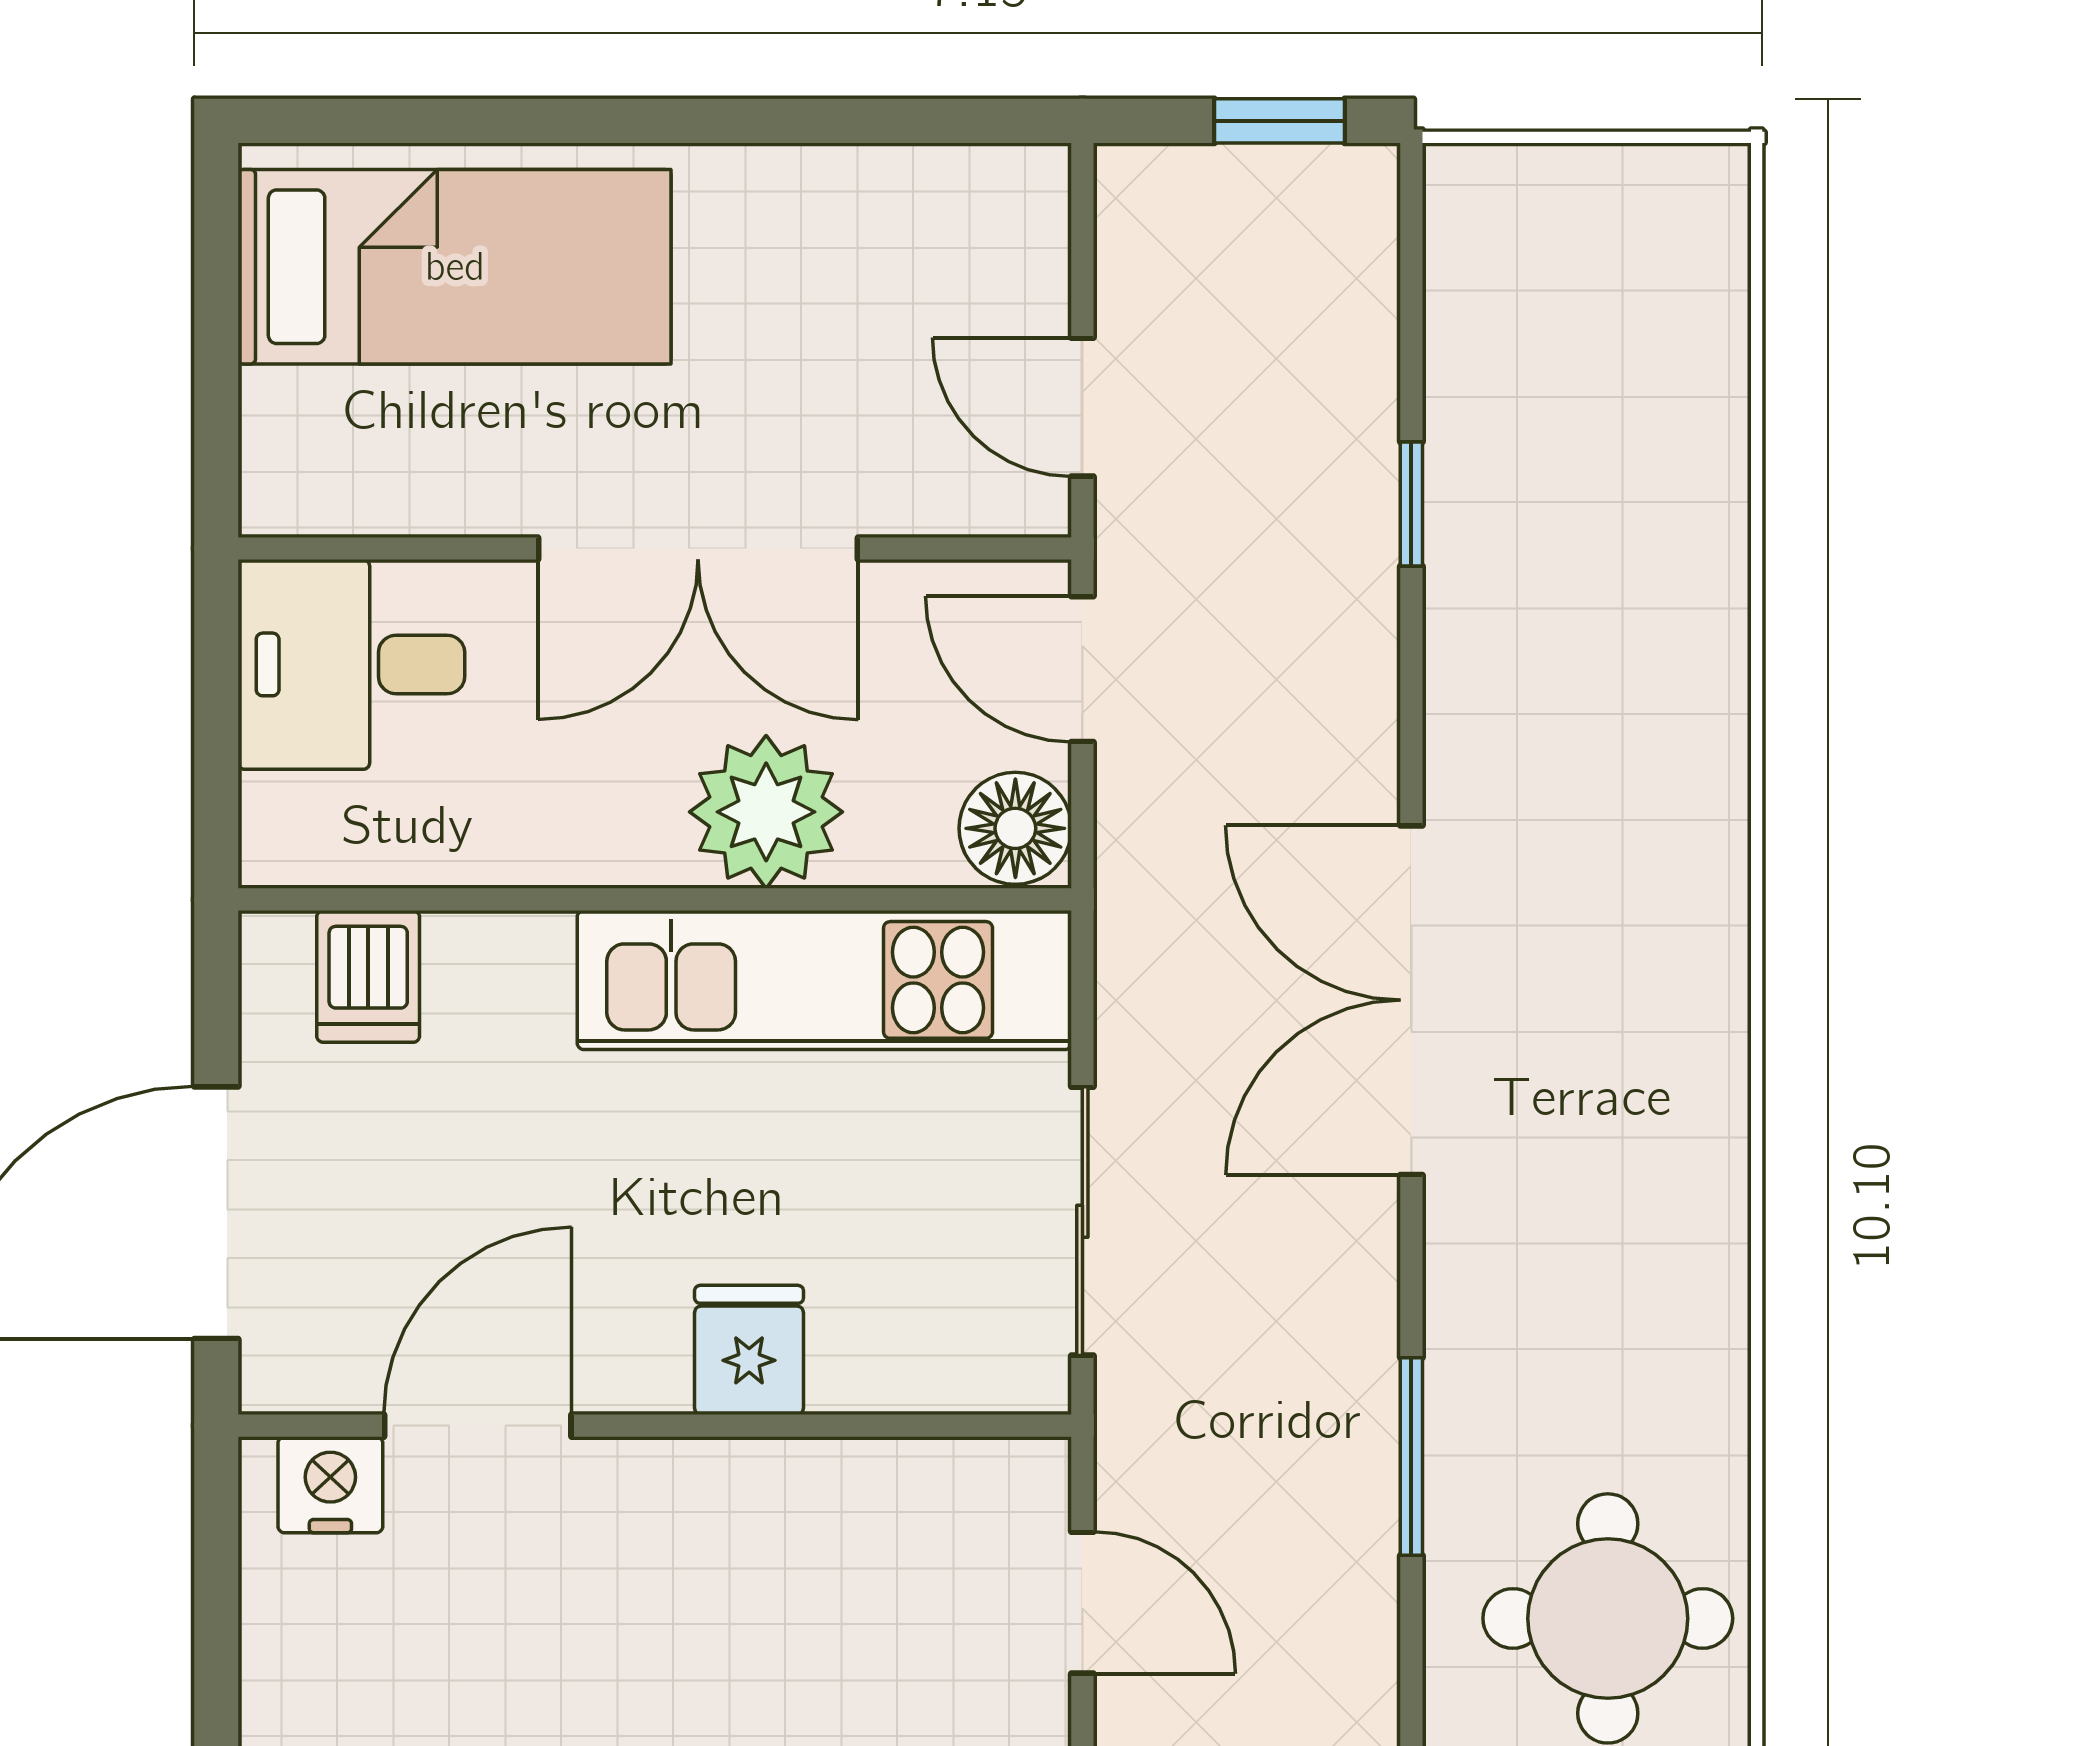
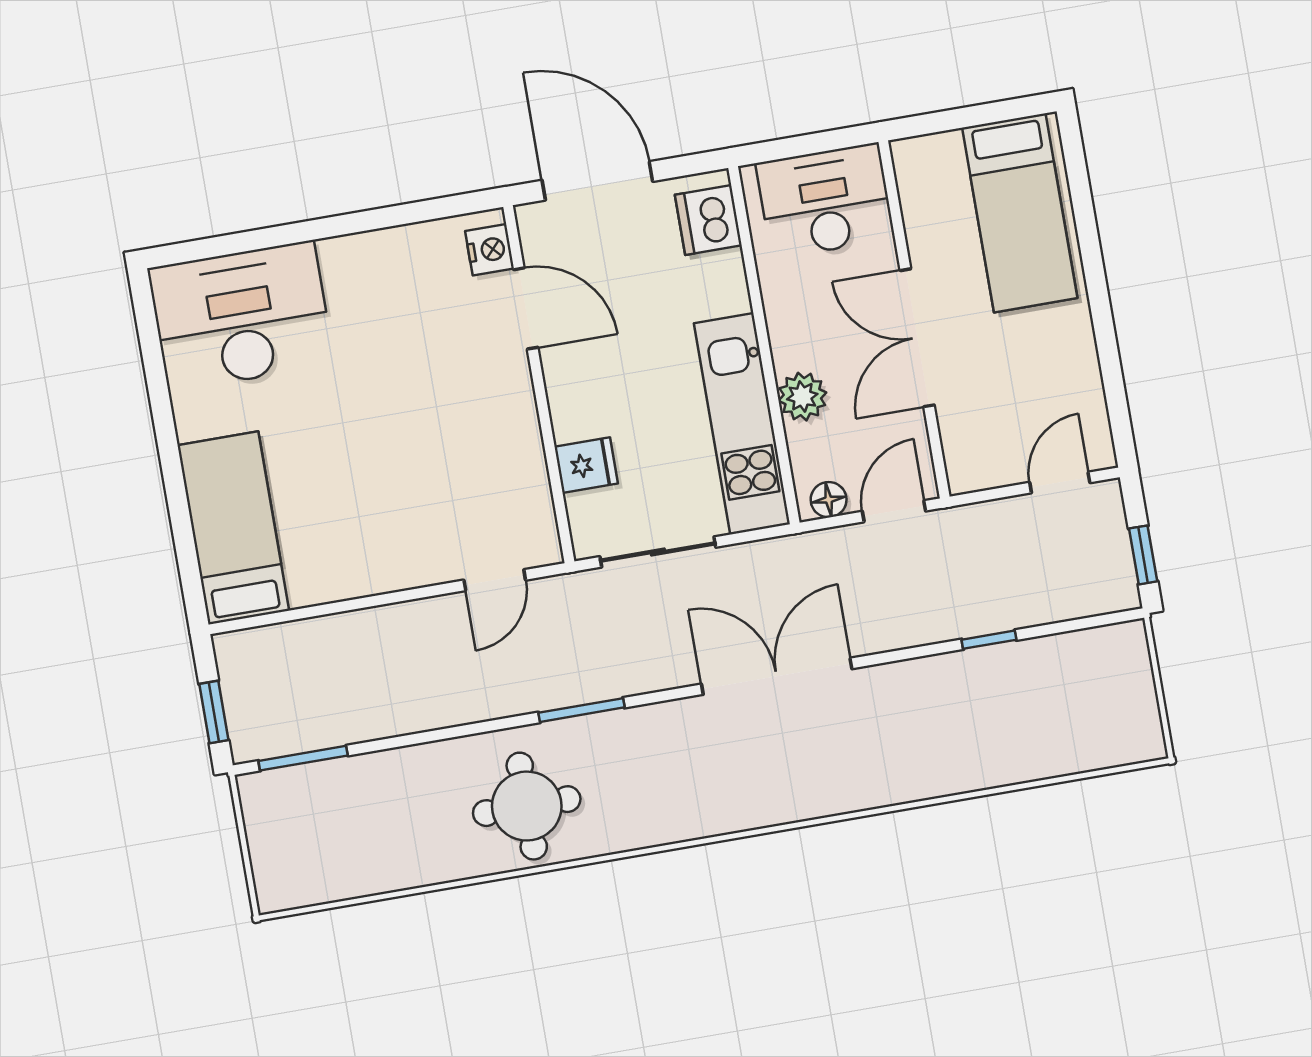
door: (1082, 407) -> (1060, 483), moved
desk: (351, 664) -> (825, 201), width x1.37
plant: (766, 812) -> (802, 397), width x0.73, depth x0.73
floor lamp: (1015, 828) -> (829, 500), width x0.73, depth x0.73
dishwasher: (368, 976) -> (708, 220), width x1.38
fridge: (749, 1350) -> (586, 465), moved

